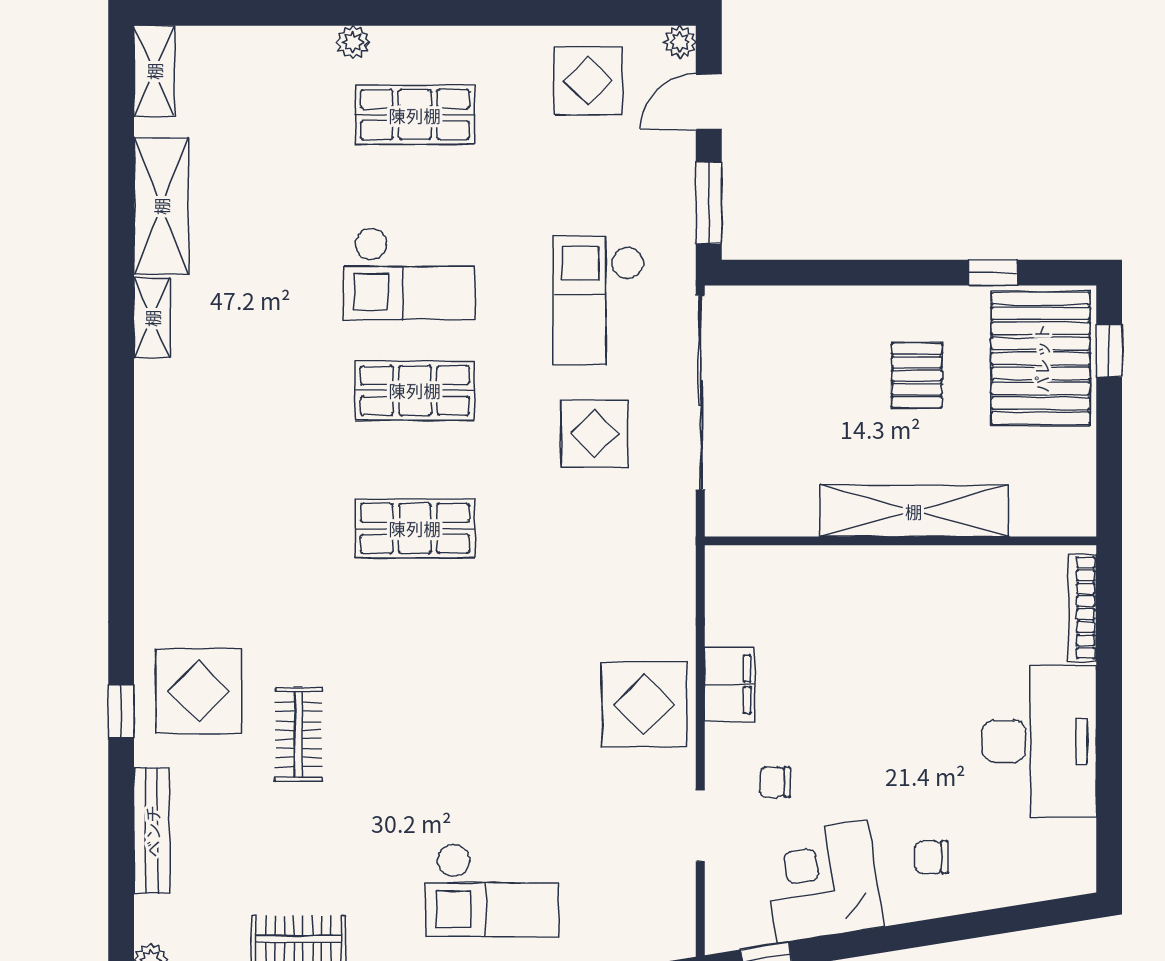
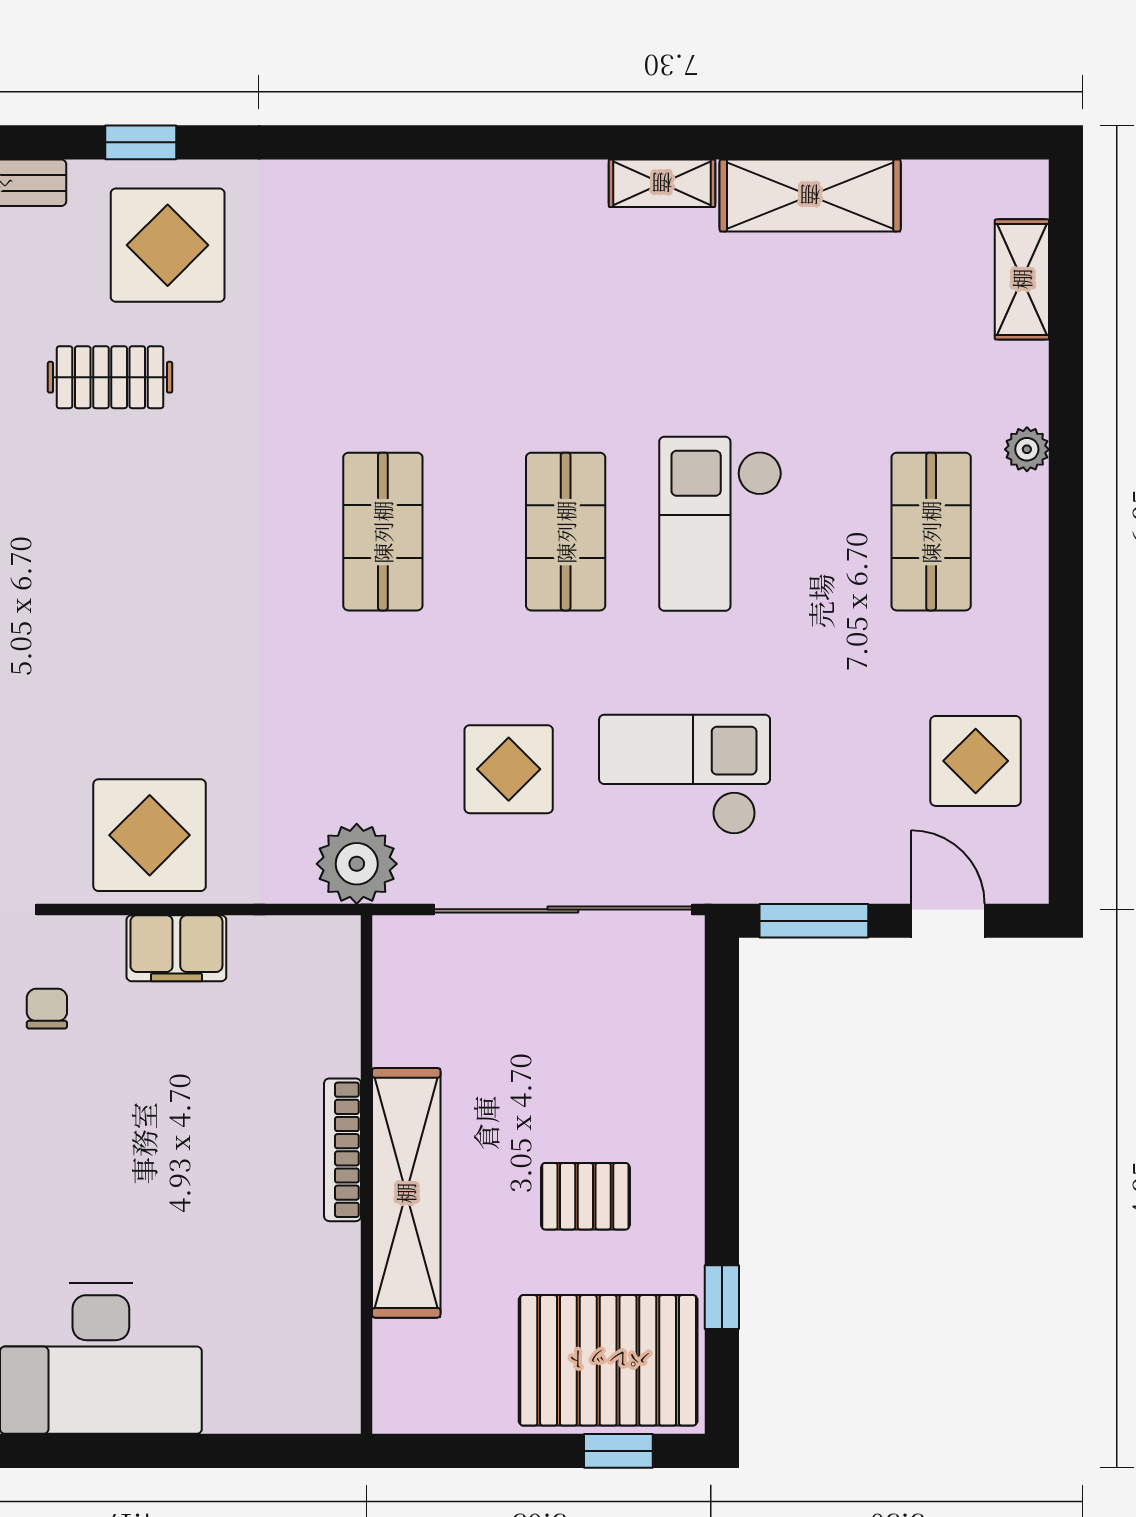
plant: (680, 42) -> (357, 864), moved, width x1.88, depth x1.88
shelving: (154, 71) -> (1022, 279), moved, turned 90
bookcase: (1082, 608) -> (343, 1150), moved, turned -90

